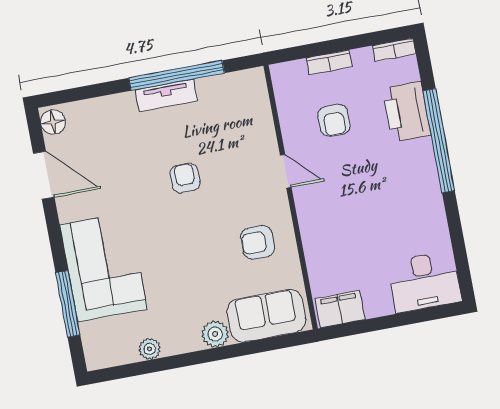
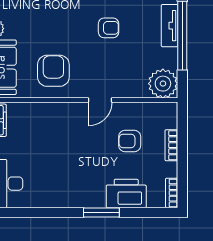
plant: (247, 90) -> (163, 84), added
window: (439, 141) -> (101, 212), width x0.47
armchair: (258, 242) -> (53, 71), width x1.38, depth x1.38

